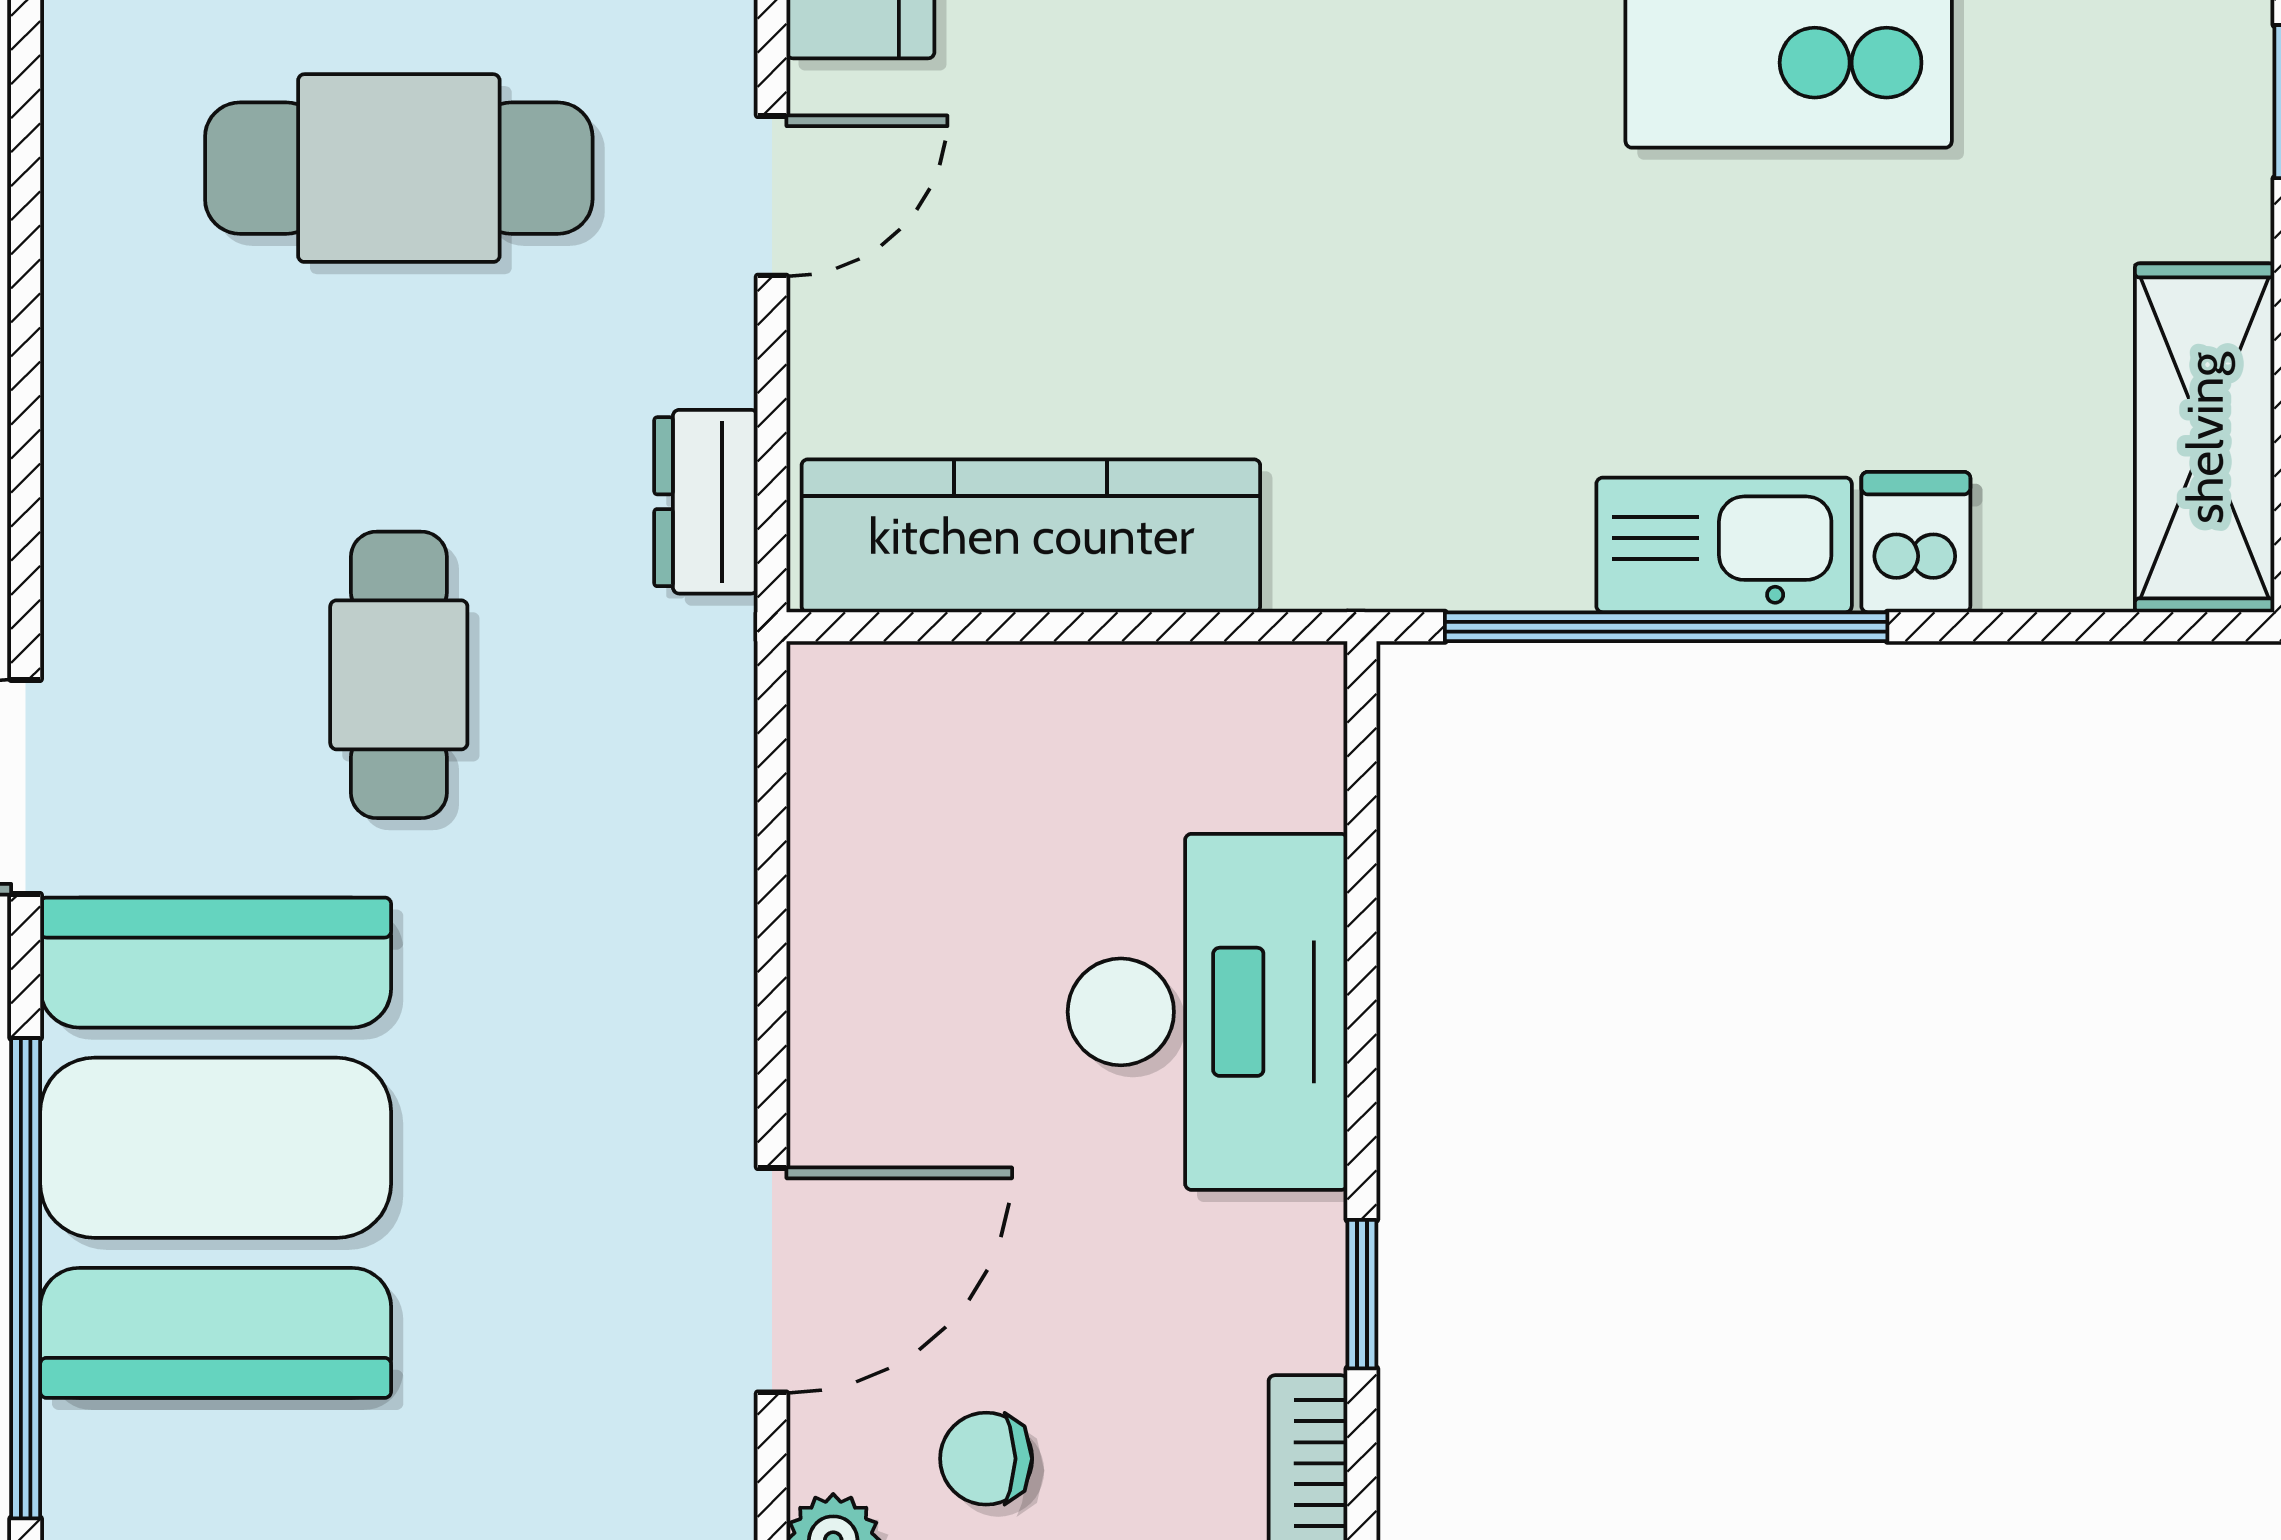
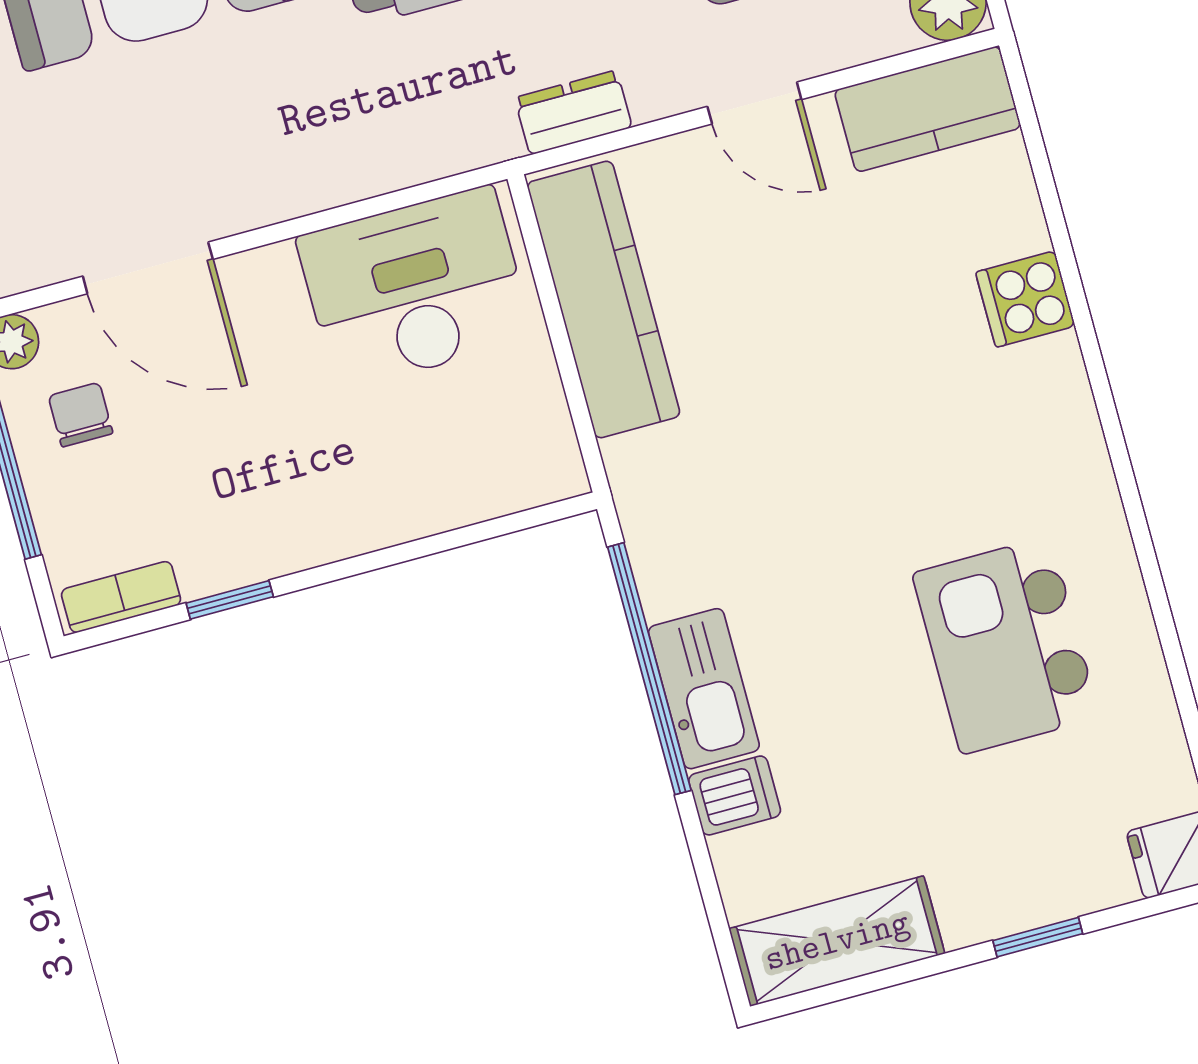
desk: (1208, 1012) -> (415, 288), moved, turned 180

